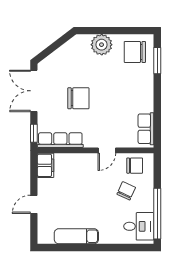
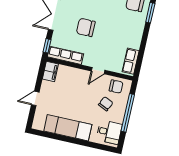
chair: (78, 98) -> (86, 27), turned 180
window: (157, 214) -> (128, 113), moved
exam couch: (76, 236) -> (68, 128), width x1.36, depth x1.45

